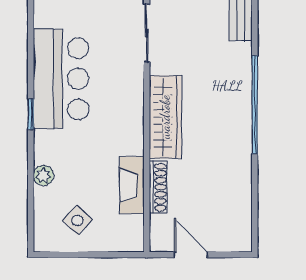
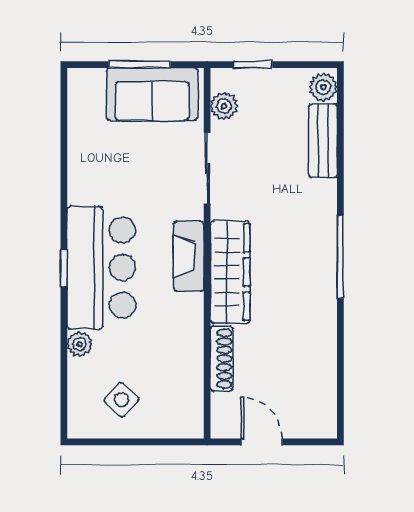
bar counter: (61, 79) -> (101, 268), moved
window: (255, 105) -> (340, 257), width x0.68
fireplace: (132, 185) -> (189, 256), moved

